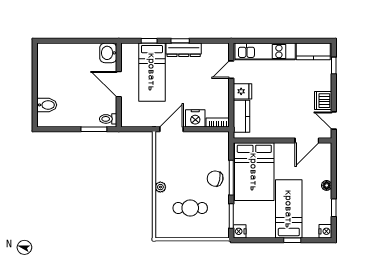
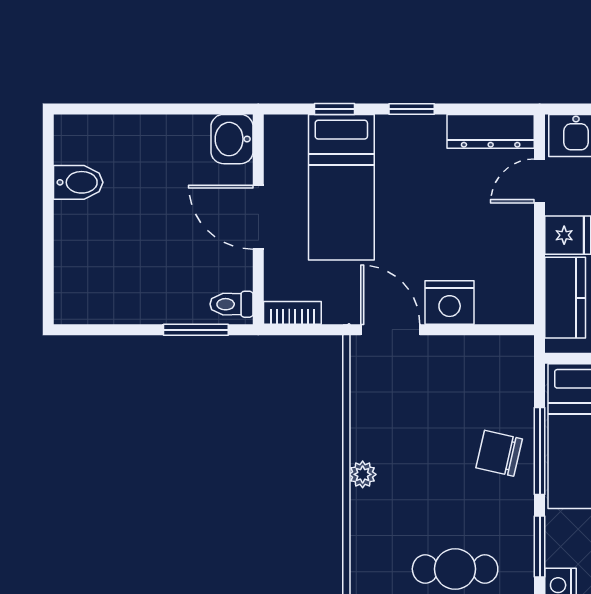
dresser: (184, 50) -> (491, 131), moved
bidet: (47, 105) -> (78, 182), moved
bookcase: (218, 122) -> (292, 313), moved
door: (172, 129) -> (390, 330), hinge flipped
cafe table: (190, 208) -> (455, 569), moved

